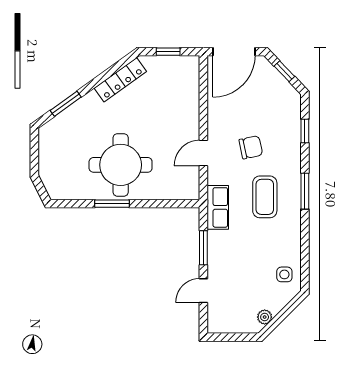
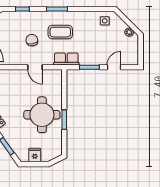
fridge: (50, 152) -> (35, 155), added
door: (203, 291) -> (114, 67), swing flipped

